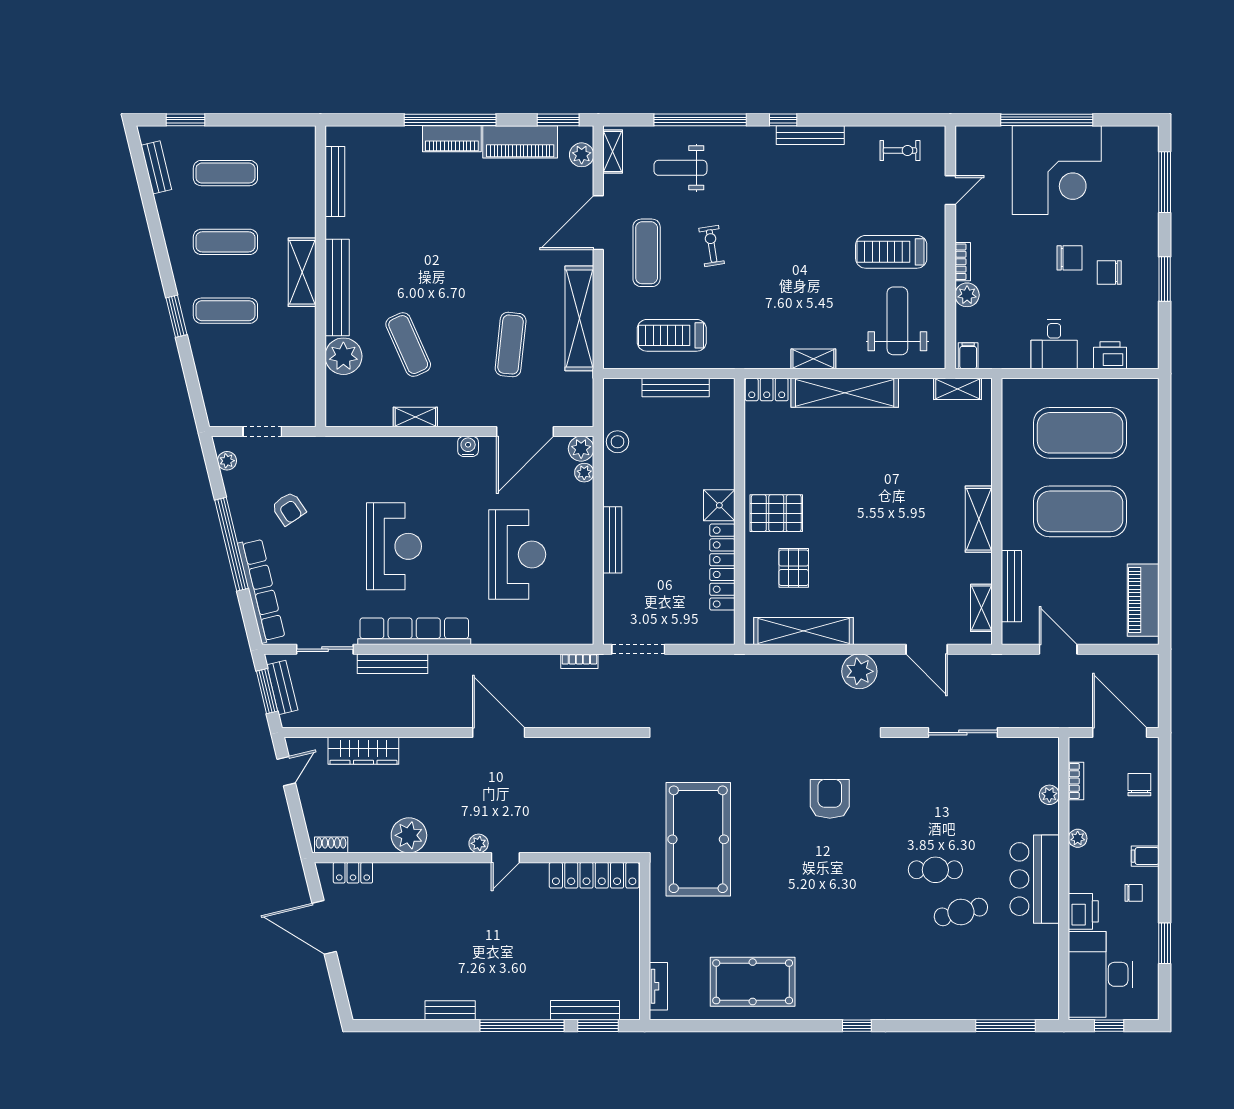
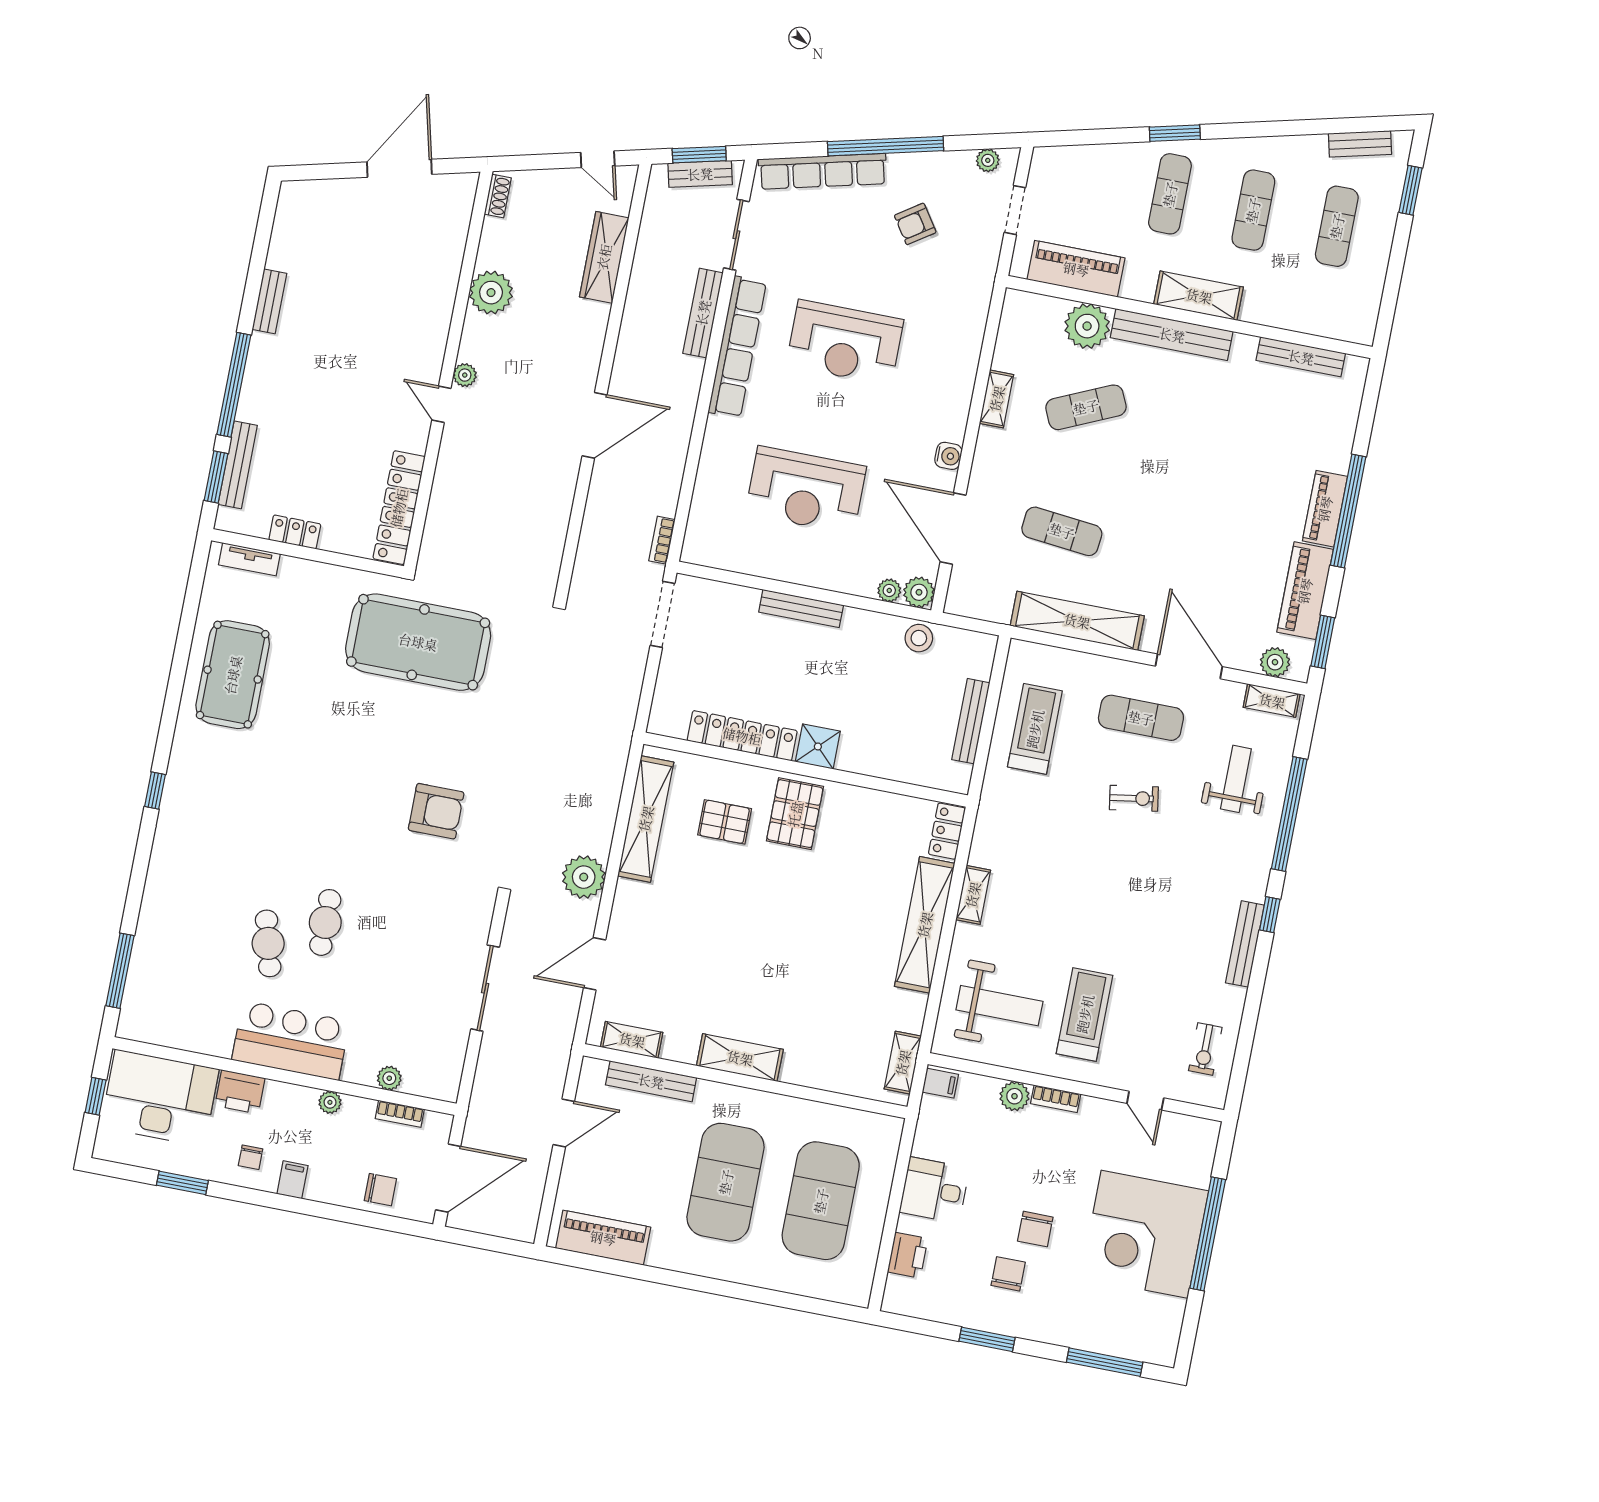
piano: (300, 374) -> (1076, 269), added
locker: (353, 873) -> (295, 532), moved, turned 90

